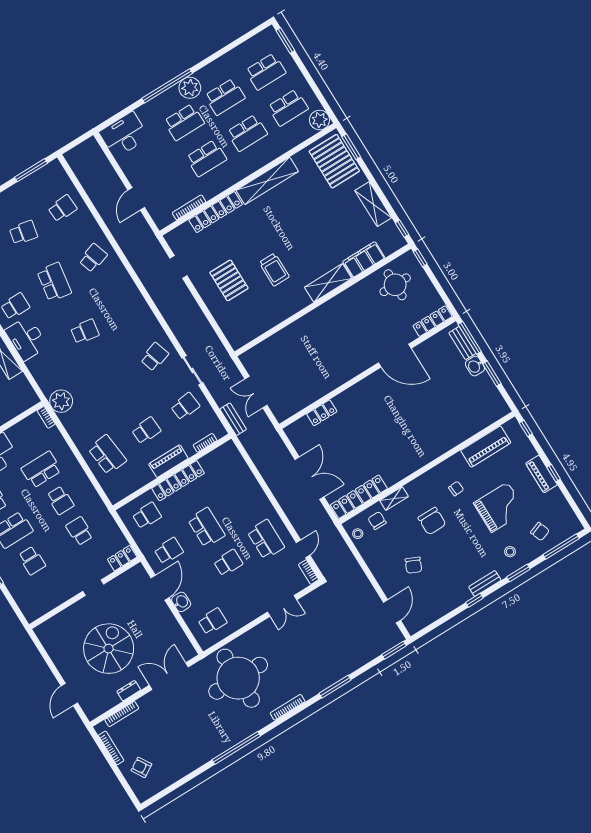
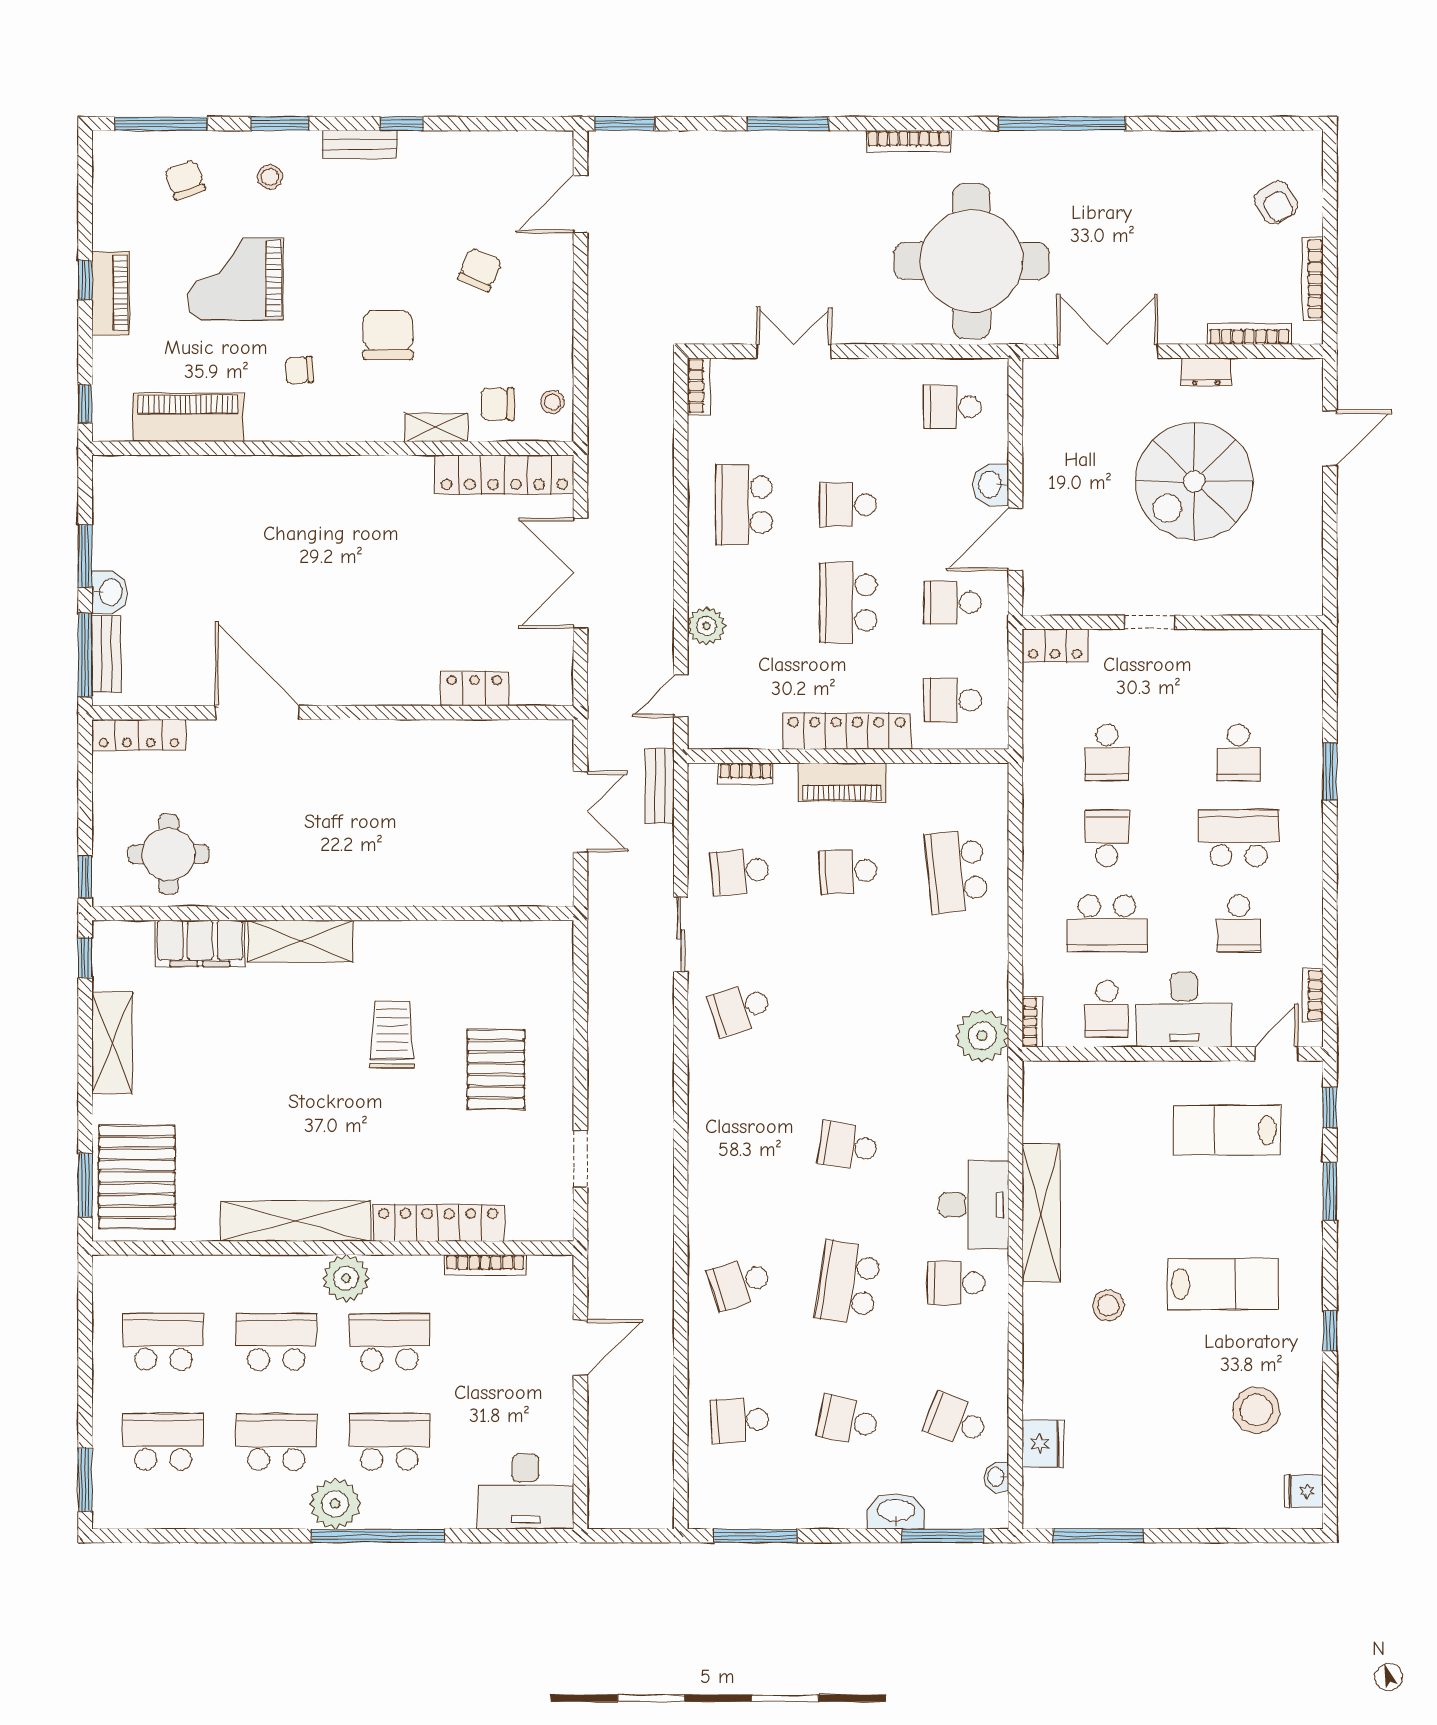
plant: (320, 120) -> (346, 1278), moved
school desk: (22, 439) -> (1107, 1009), added
plant: (252, 487) -> (706, 626), added
chair: (377, 521) -> (498, 404), turned 90
door: (303, 549) -> (681, 696), moved
school desk: (32, 561) -> (1239, 753), turned 180
double door: (169, 676) -> (1108, 351), swing flipped

